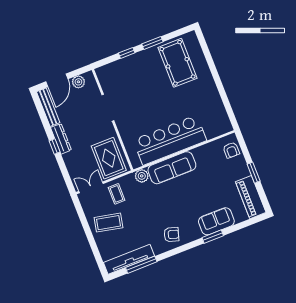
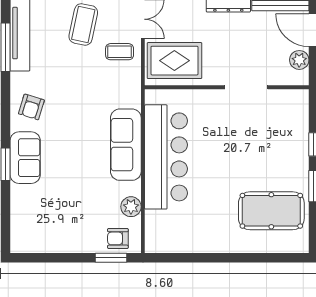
window: (254, 173) -> (111, 258), moved
plant: (142, 176) -> (131, 207), moved
piano: (251, 197) -> (41, 240), removed
sofa: (216, 221) -> (25, 158), moved

